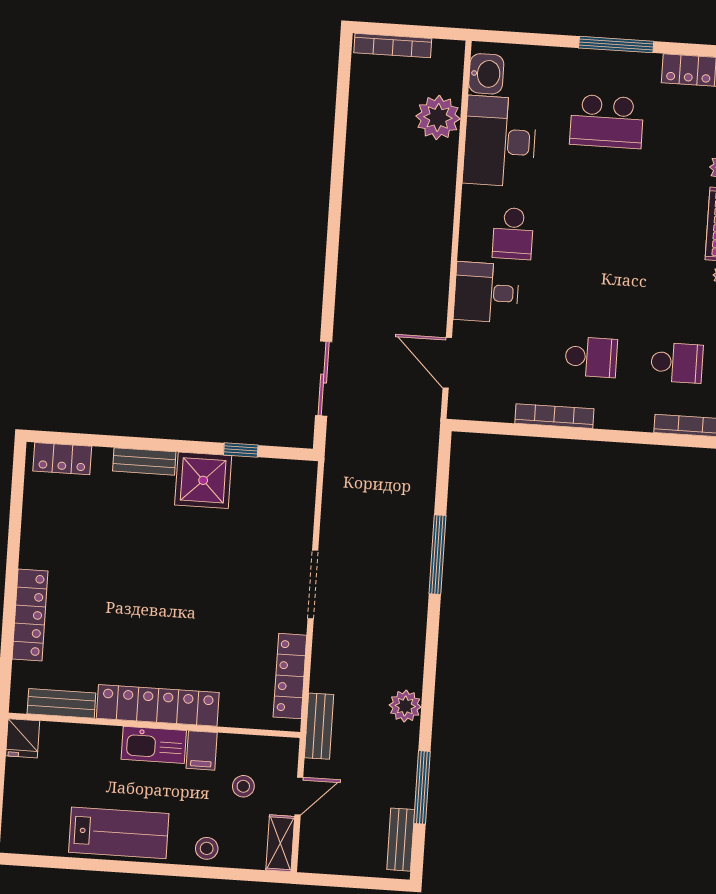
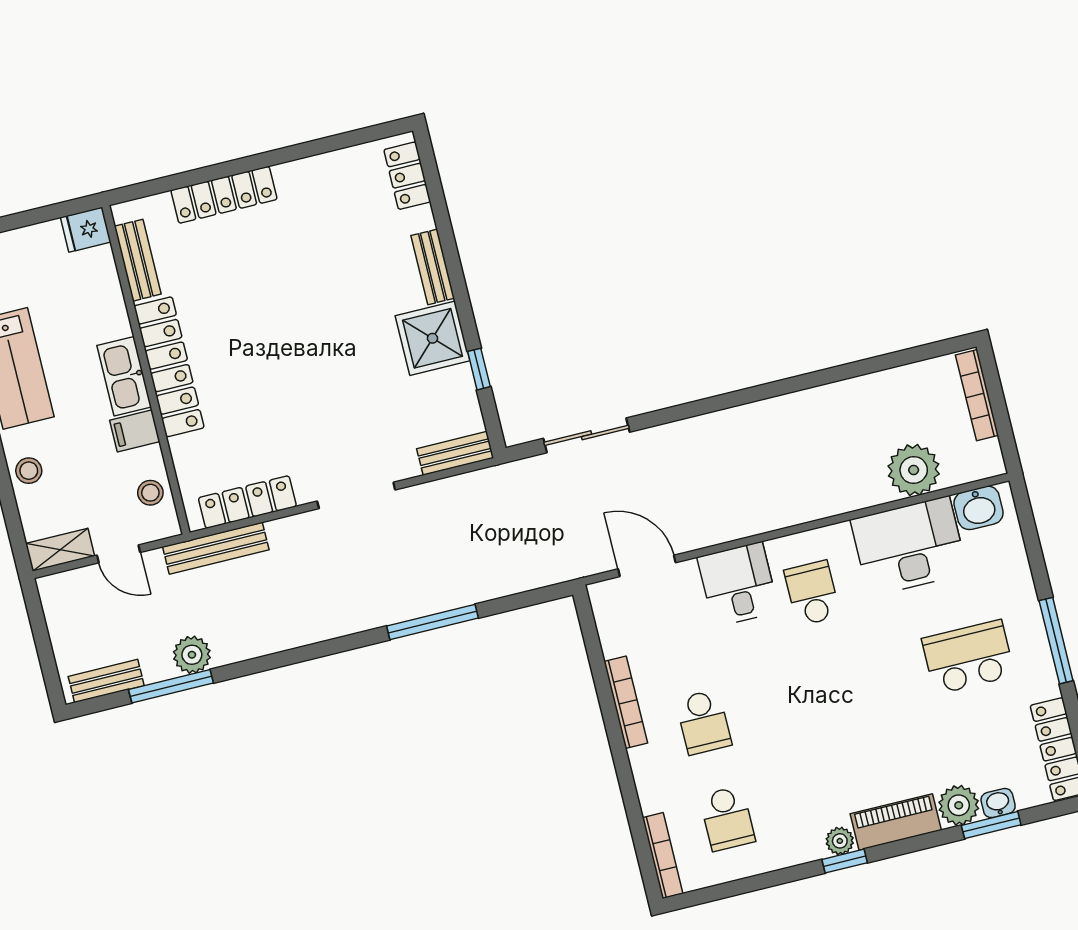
school desk: (607, 121) -> (968, 657), turned 90
school desk: (513, 234) -> (812, 593), turned 90
door: (447, 363) -> (647, 566), hinge flipped
bench: (304, 492) -> (455, 453), added
plant: (405, 706) -> (192, 655), moved
bench: (319, 726) -> (216, 548), width x1.36
stool: (243, 786) -> (150, 493), moved

